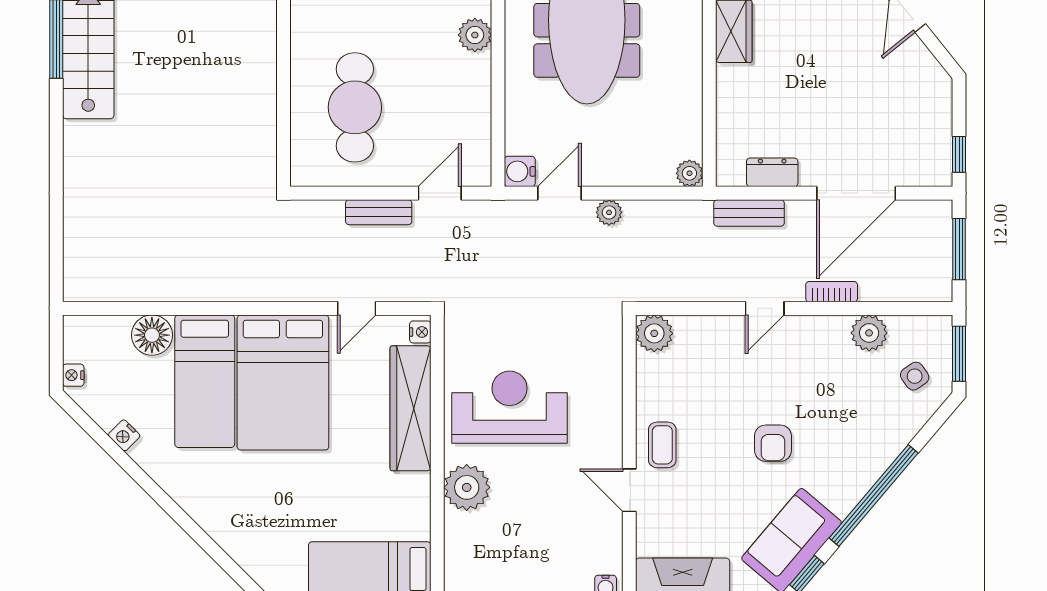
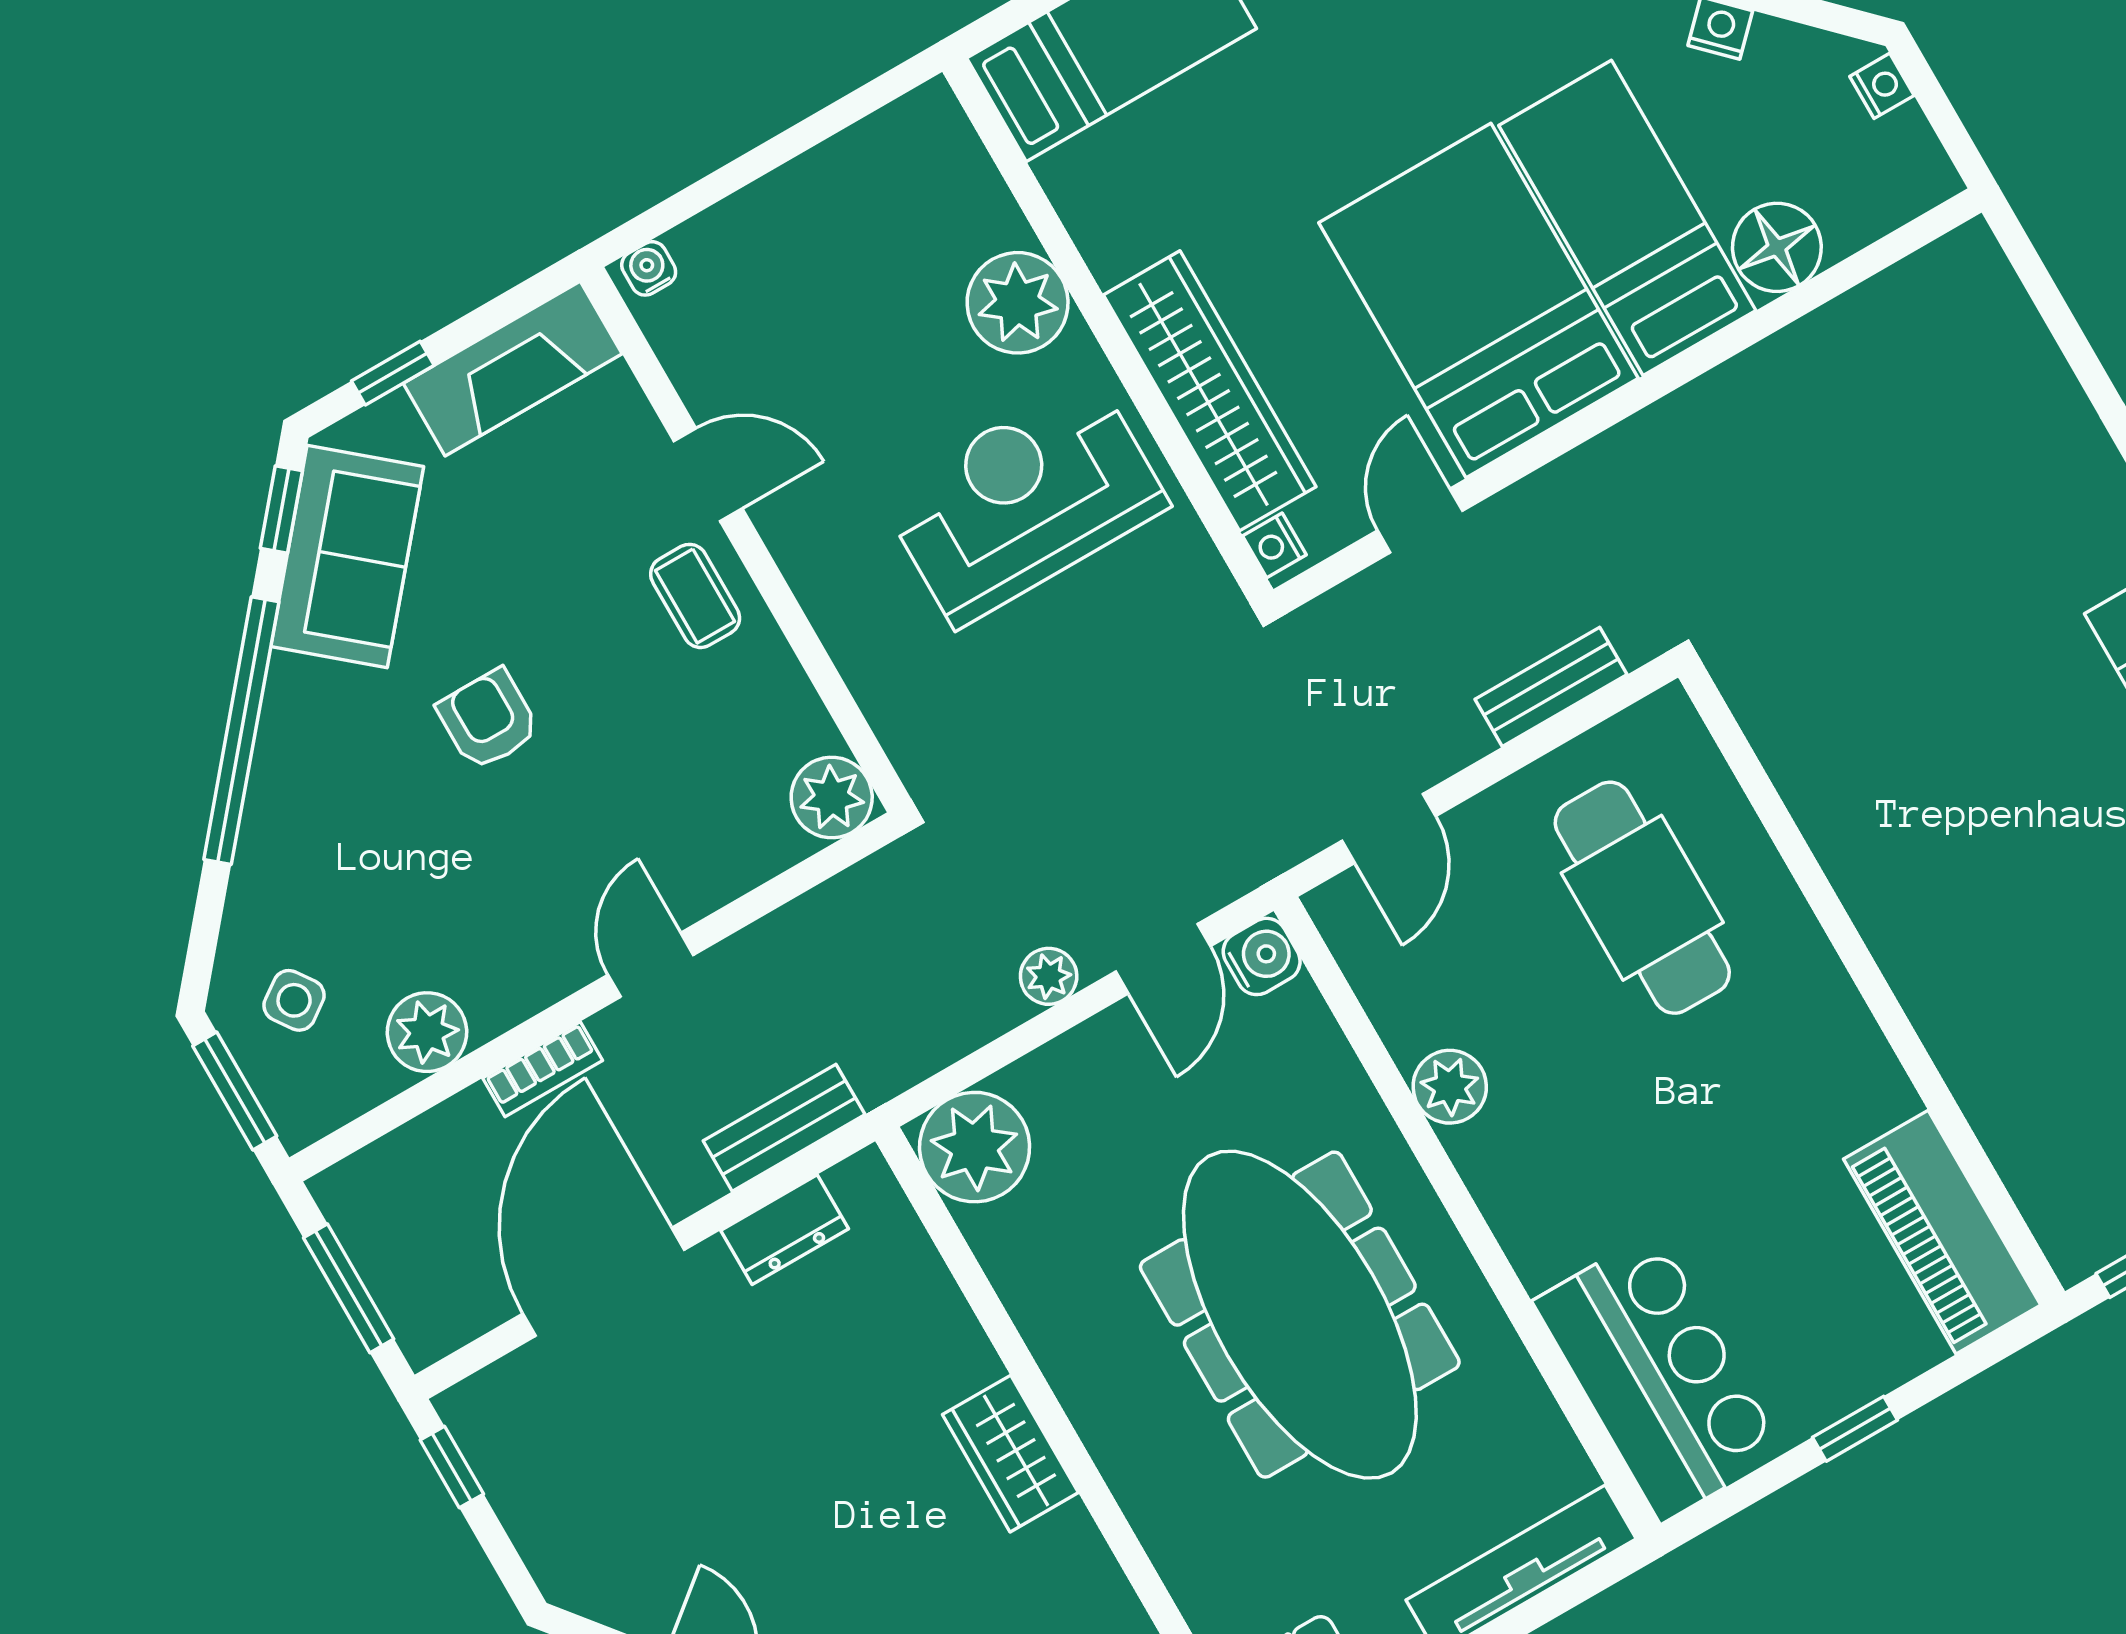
plant: (475, 35) -> (1450, 1087), moved
plant: (689, 173) -> (975, 1147), width x1.88, depth x1.88
bench: (379, 212) -> (1551, 687), moved
reception desk: (510, 407) -> (1024, 501), turned 180

